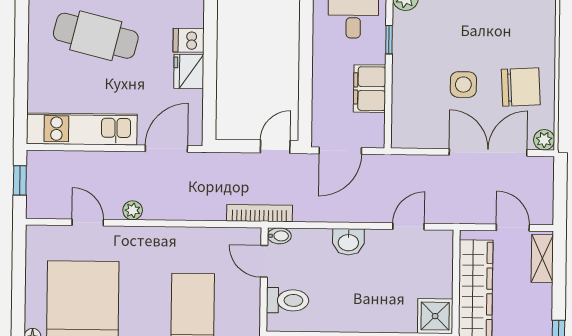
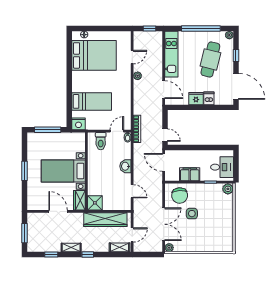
window: (21, 58) -> (201, 28), added
chair: (521, 87) -> (180, 196), moved

